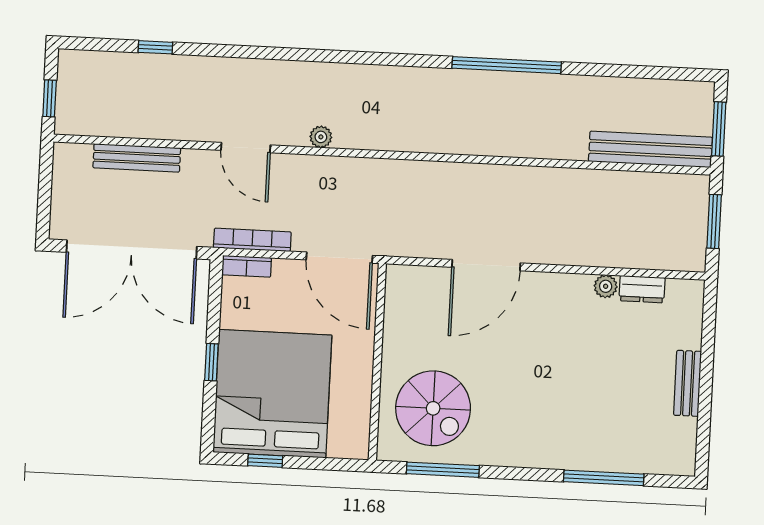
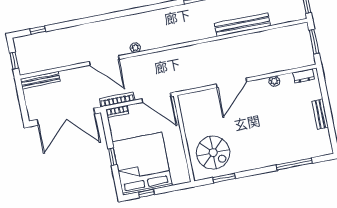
window: (155, 47) -> (38, 30), moved
door: (246, 148) -> (104, 60), width x1.36
bench: (650, 149) -> (242, 25), moved
bench: (137, 158) -> (40, 80), moved
door: (486, 265) -> (232, 83), moved
dresser: (642, 289) -> (304, 76), moved
window: (443, 470) -> (224, 178), width x0.69

